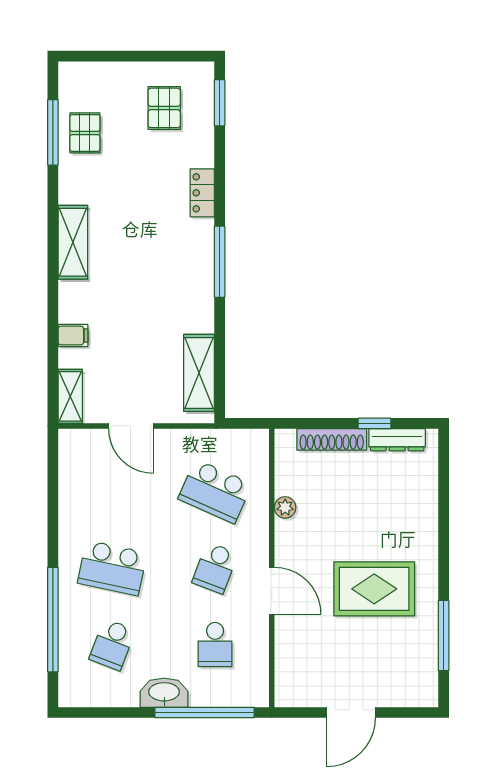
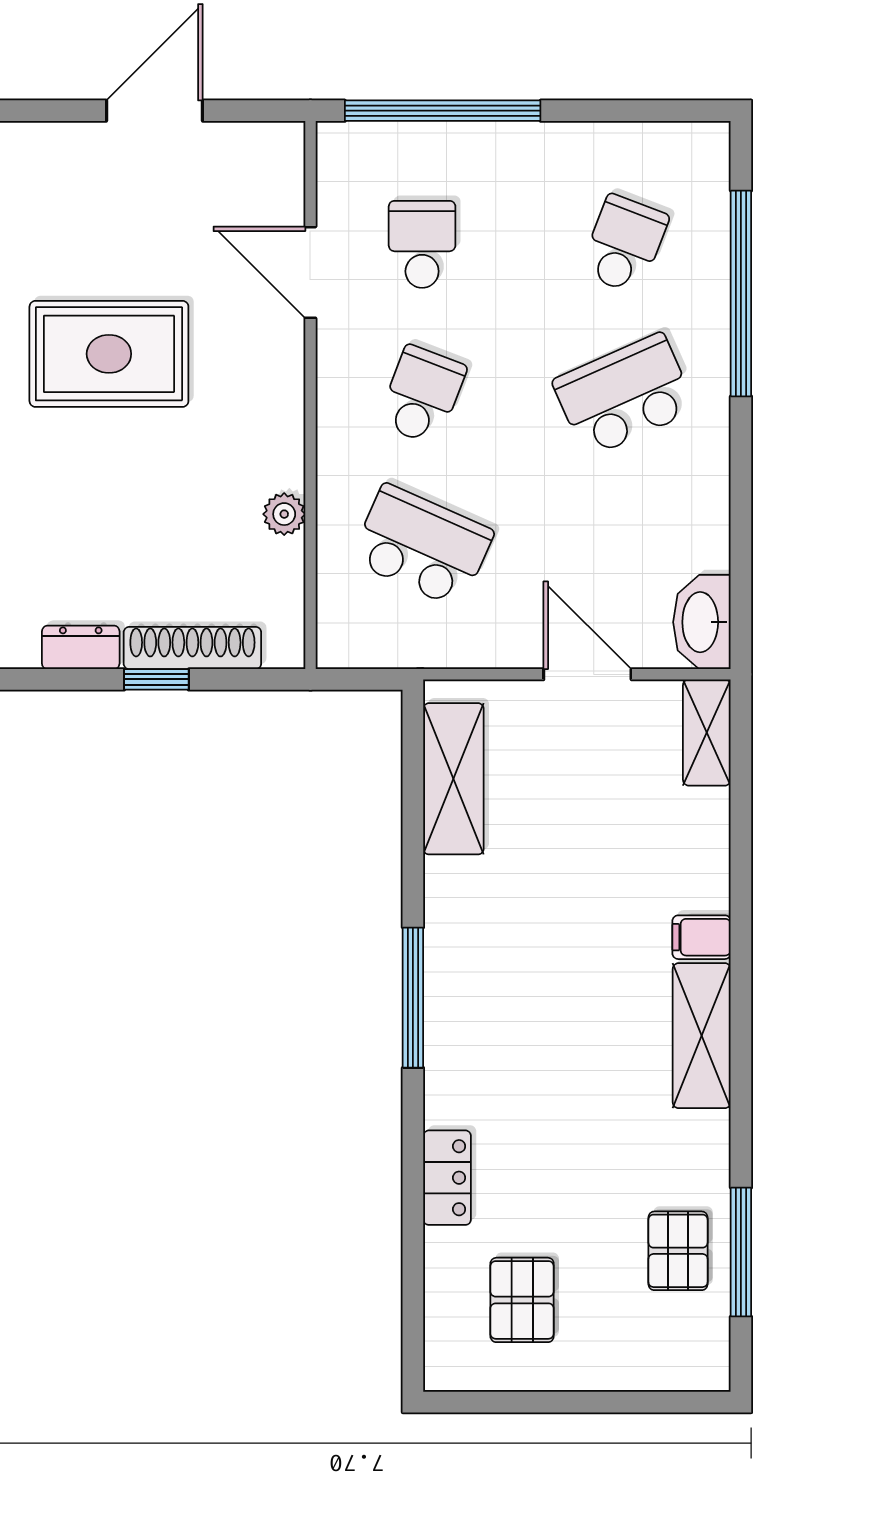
window: (220, 103) -> (413, 1310), removed
locker: (202, 193) -> (447, 1178), moved
filing cabinet: (73, 335) -> (702, 937), moved
window: (374, 423) -> (156, 679), moved
dresser: (397, 440) -> (81, 647), width x0.70
school desk: (112, 568) -> (624, 395), turned -36
door: (272, 591) -> (310, 272), moved
washbasin: (164, 693) -> (702, 622), moved, turned 90

